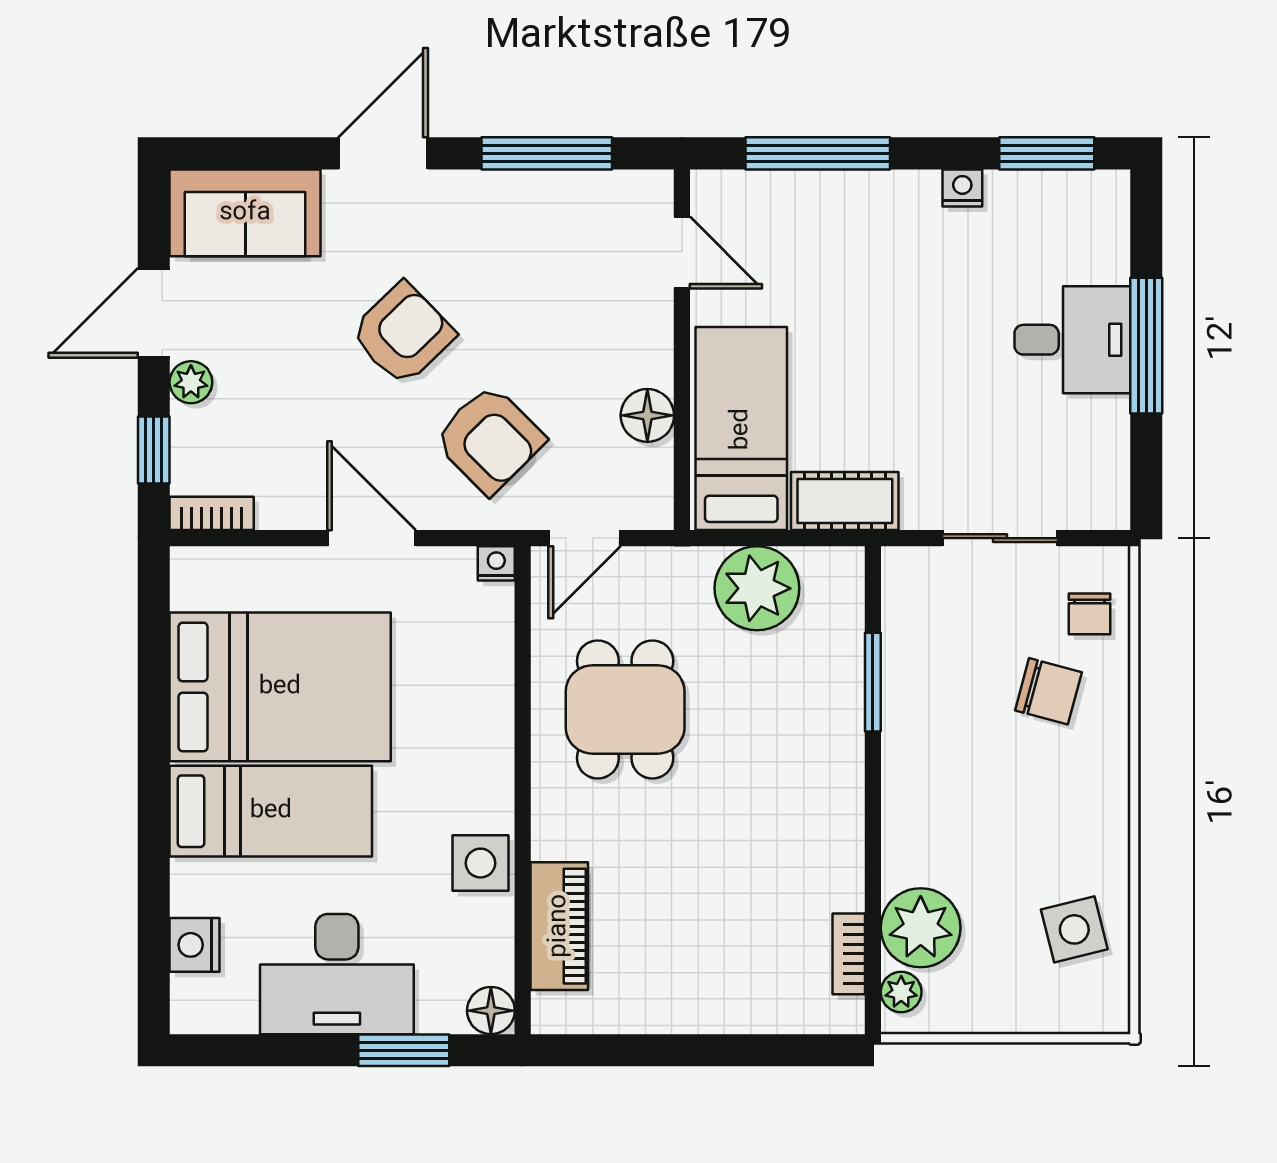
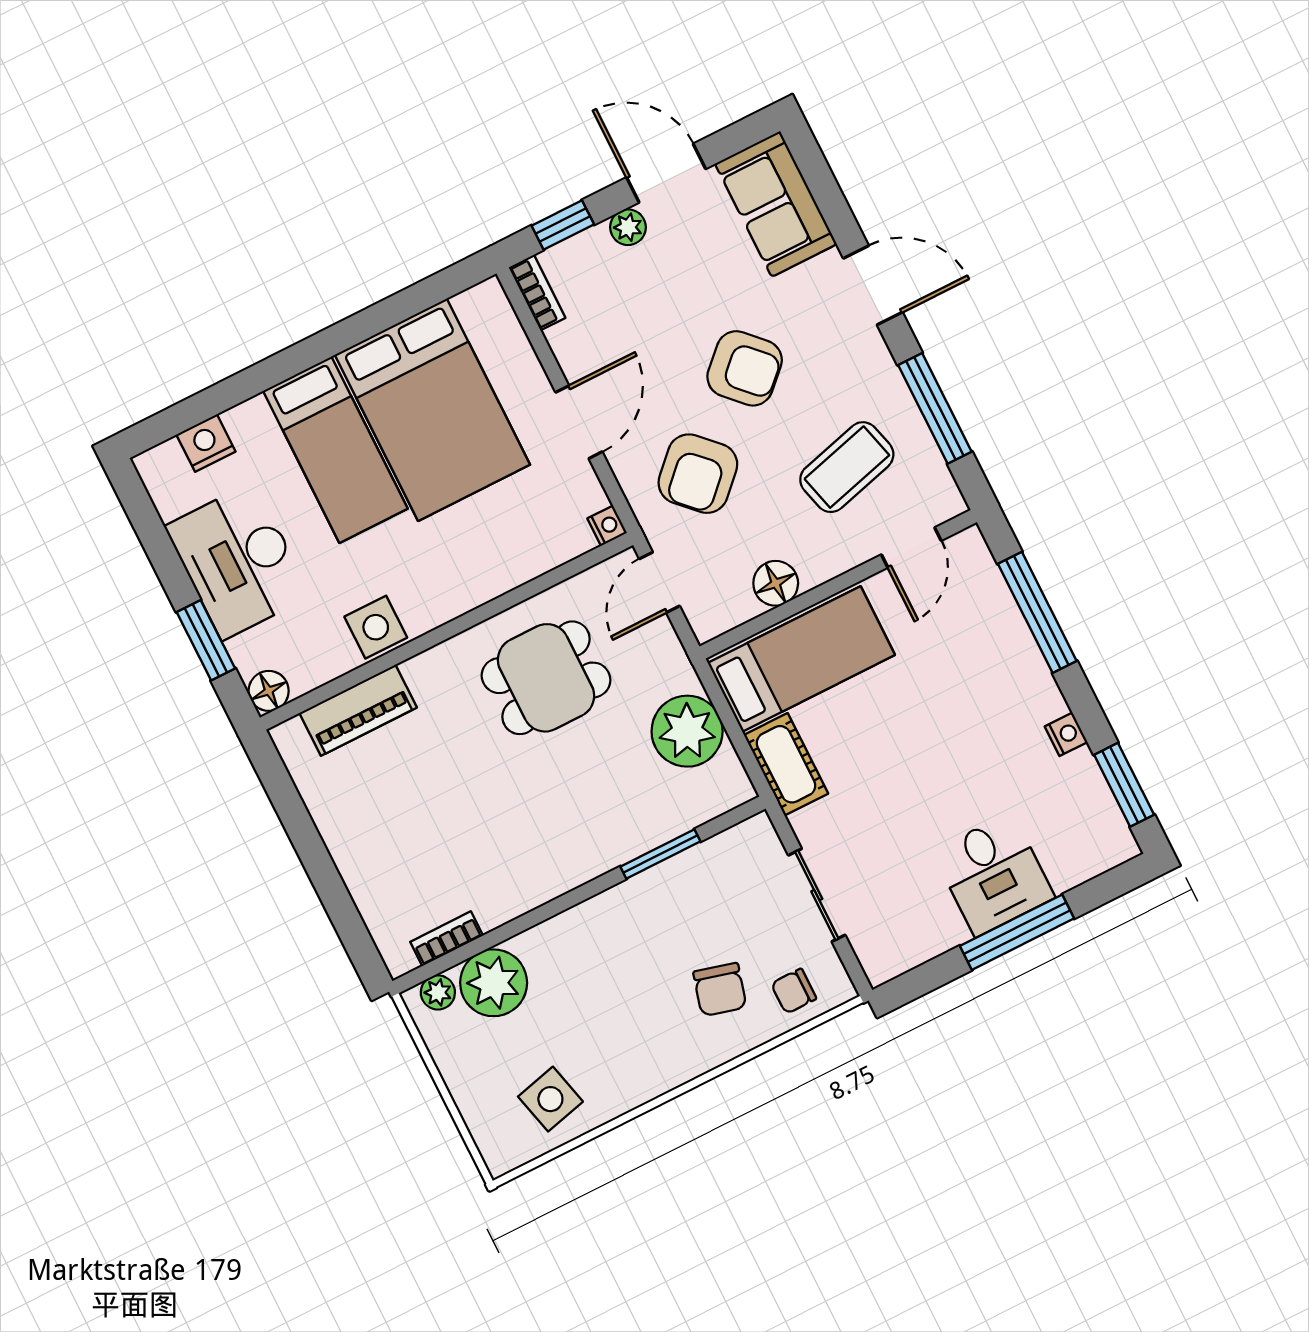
coffee table: (562, 278) -> (847, 467), added
door: (584, 538) -> (660, 582), hinge flipped

